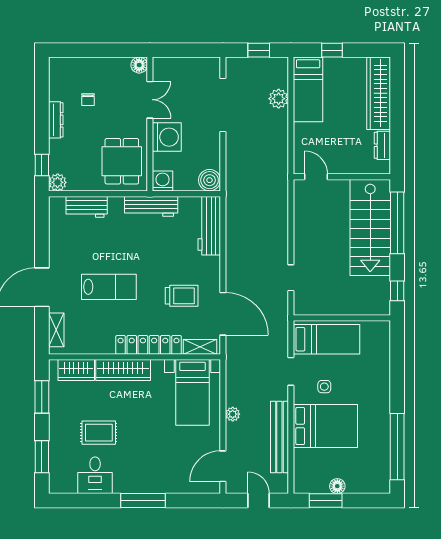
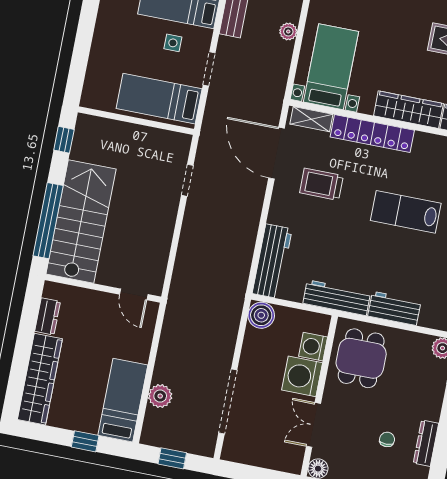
dresser: (56, 120) -> (426, 443), moved
washing machine: (163, 181) -> (313, 347), moved, turned 90
workbench: (87, 207) -> (394, 308), moved

